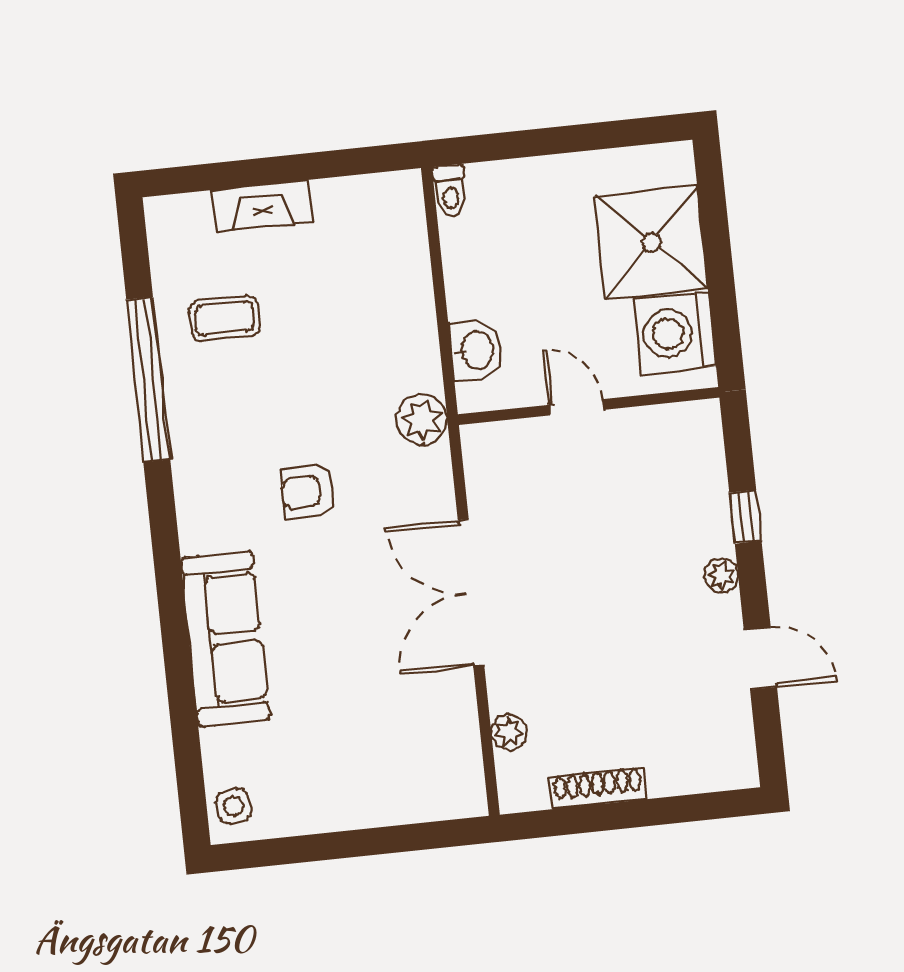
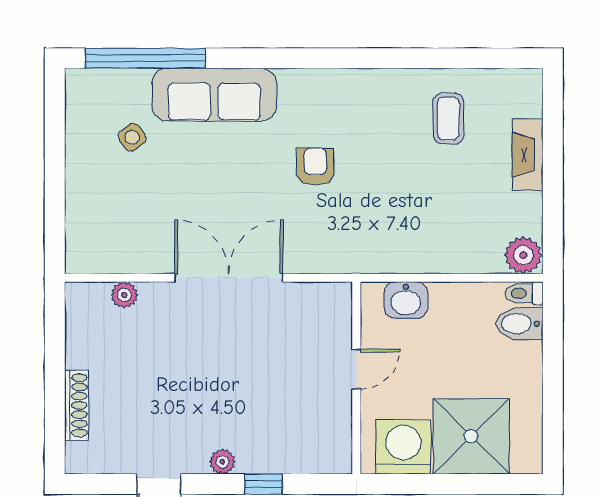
bidet: (492, 193) -> (520, 324), added
window: (148, 379) -> (145, 58), moved
plant: (422, 420) -> (523, 255), moved
shoe rack: (598, 788) -> (76, 405), moved
side table: (233, 806) -> (132, 137), moved, turned -31

